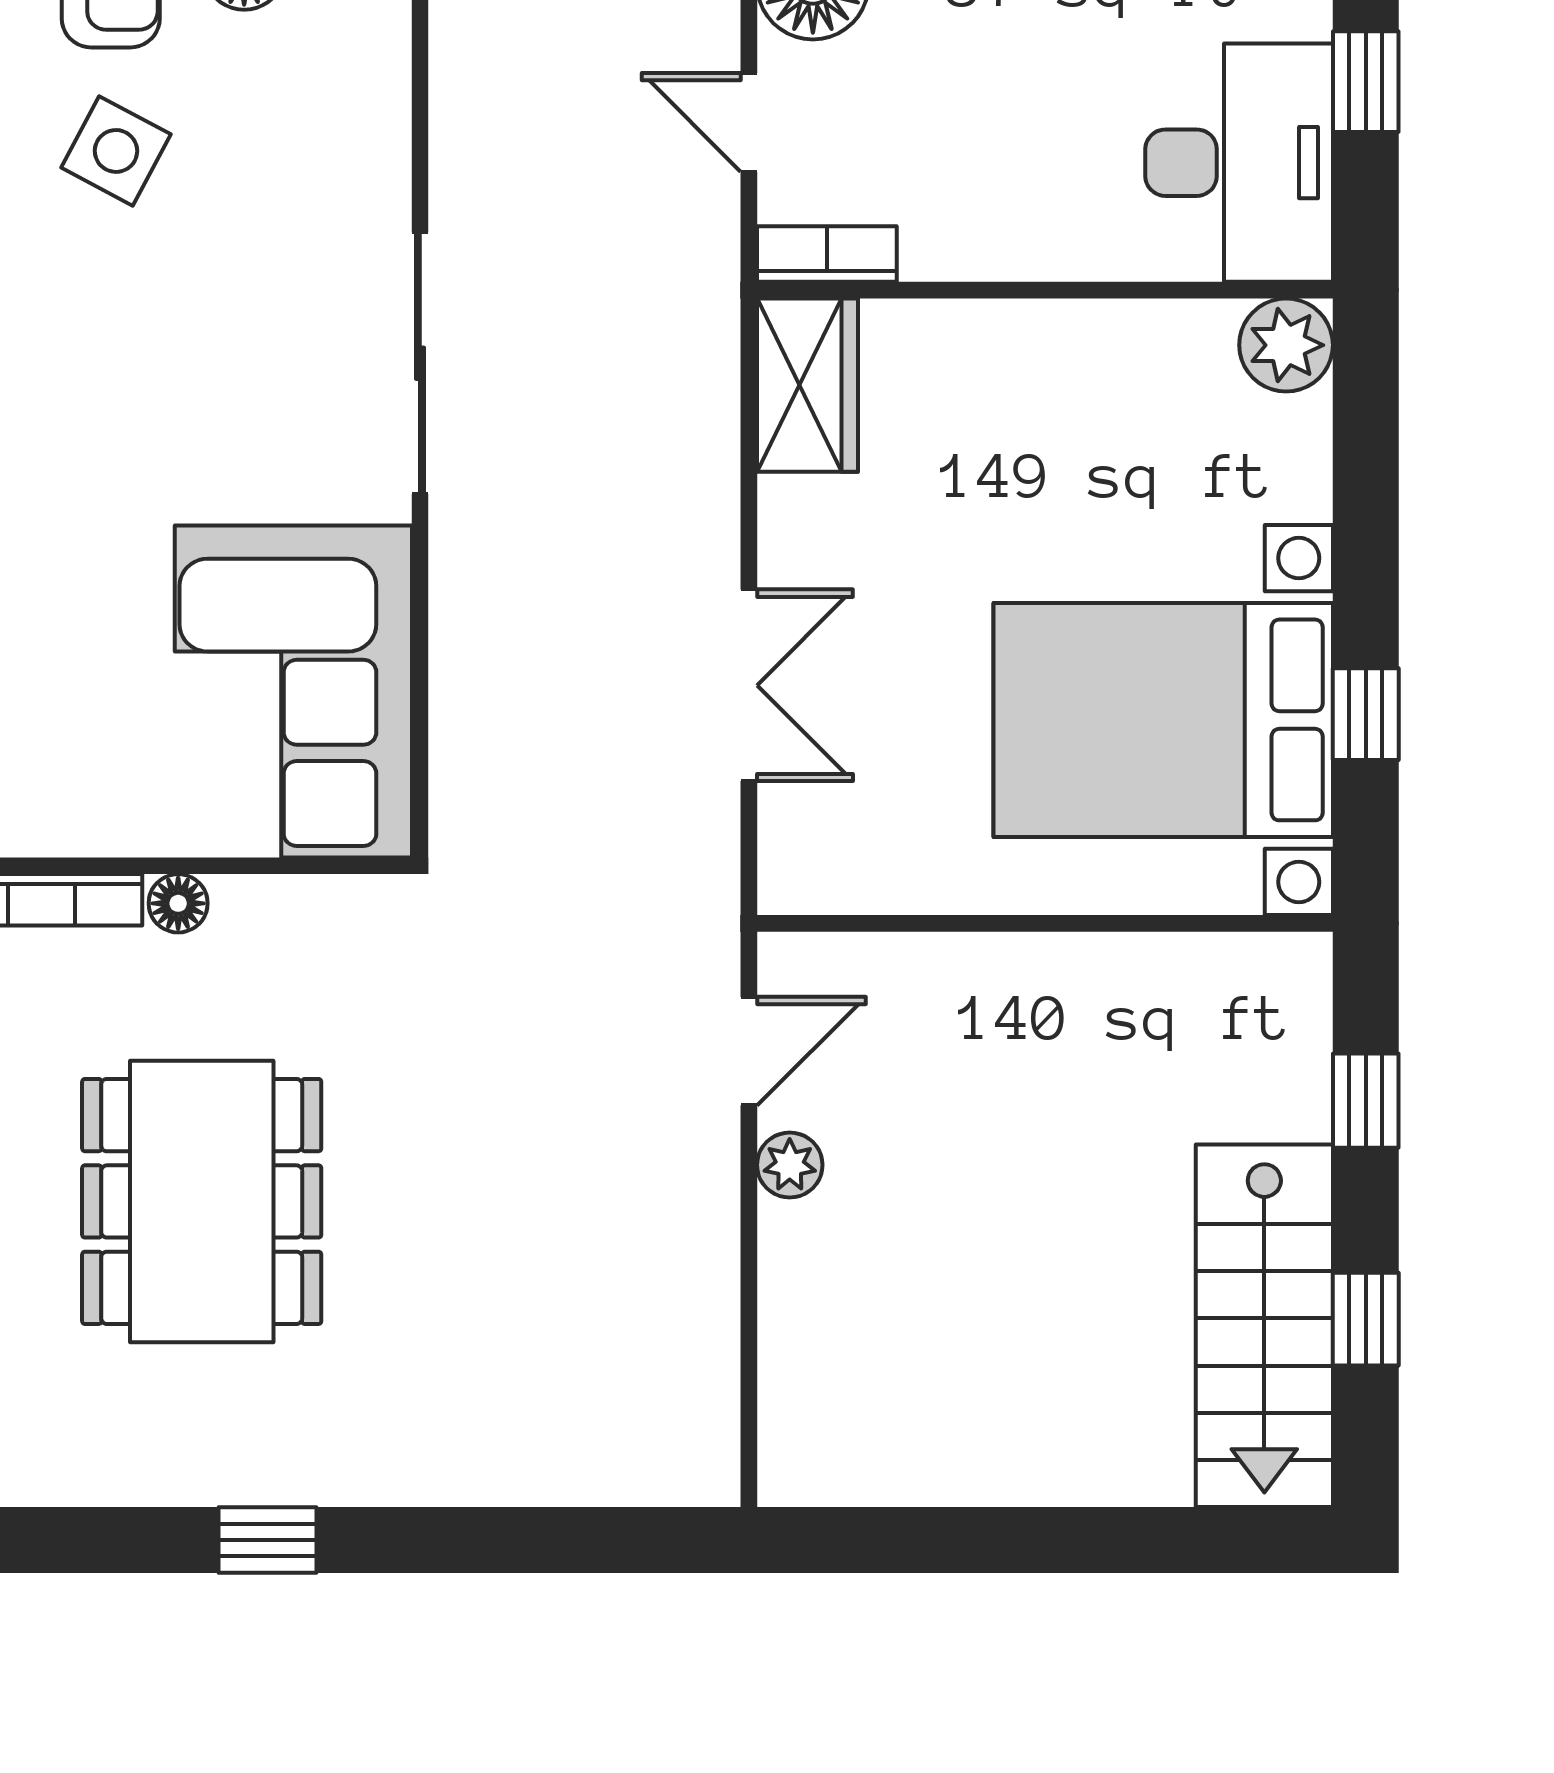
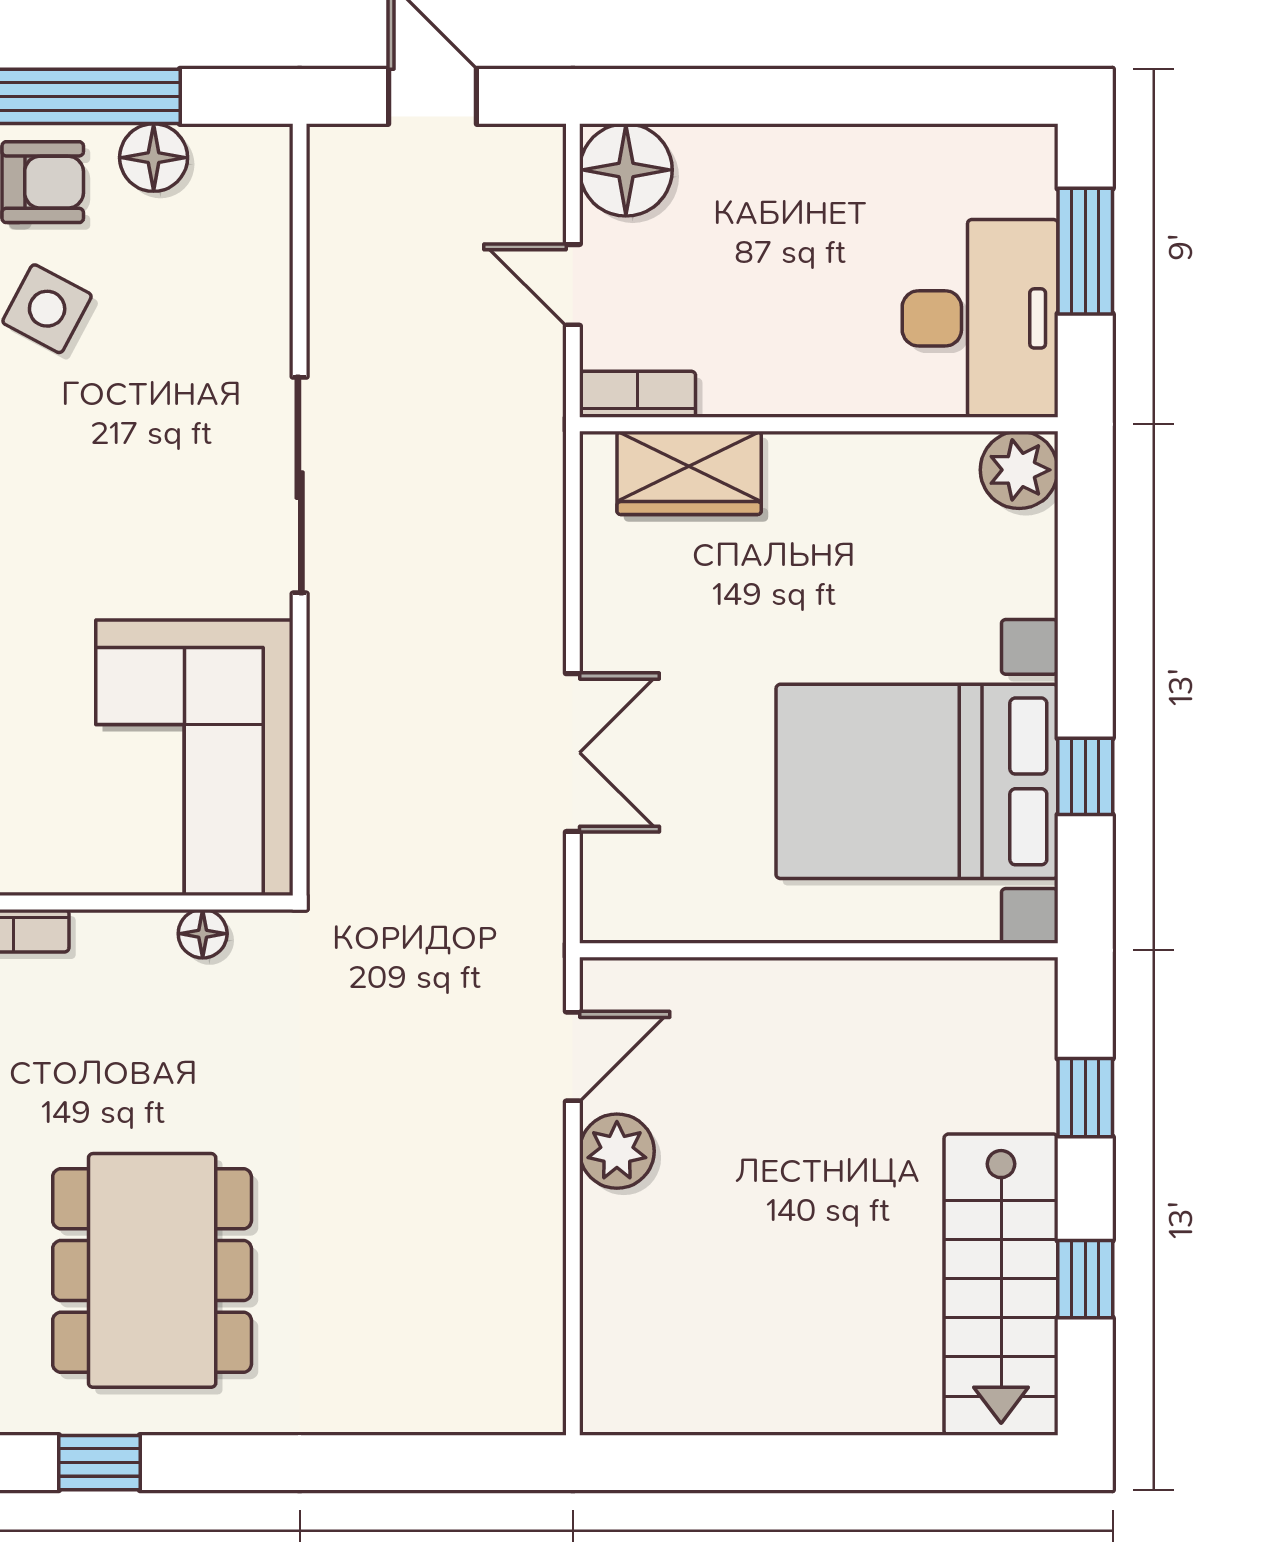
window: (1366, 82) -> (1085, 251), width x1.50
wardrobe: (807, 385) -> (689, 473), moved, turned 90
floor lamp: (178, 903) -> (203, 934), moved
plant: (790, 1165) -> (617, 1151), width x1.38, depth x1.38
dining table: (202, 1201) -> (152, 1270), moved
window: (268, 1540) -> (99, 1463), moved

